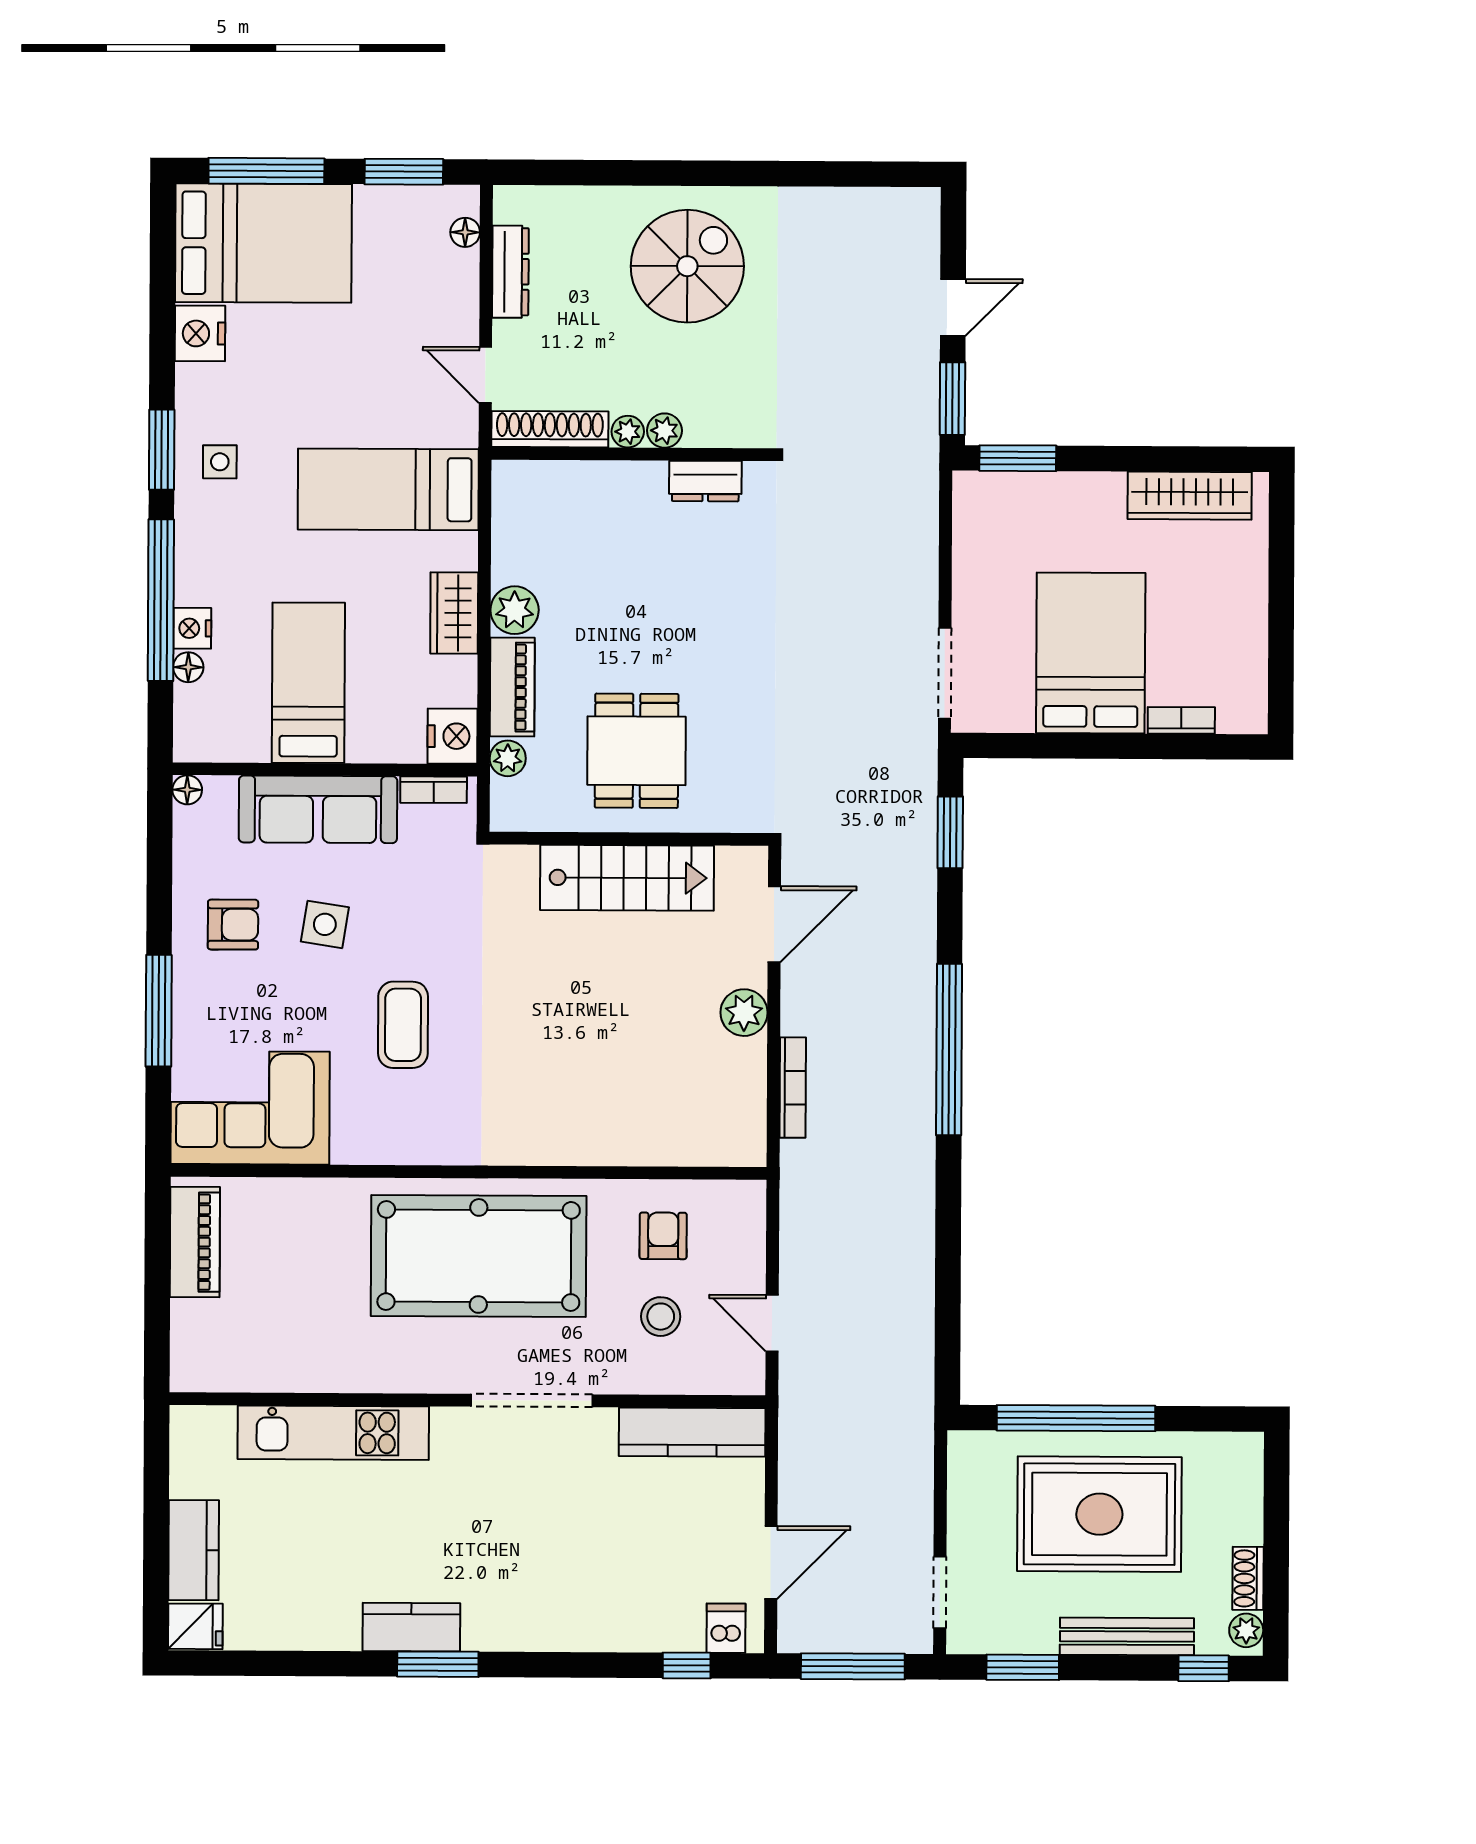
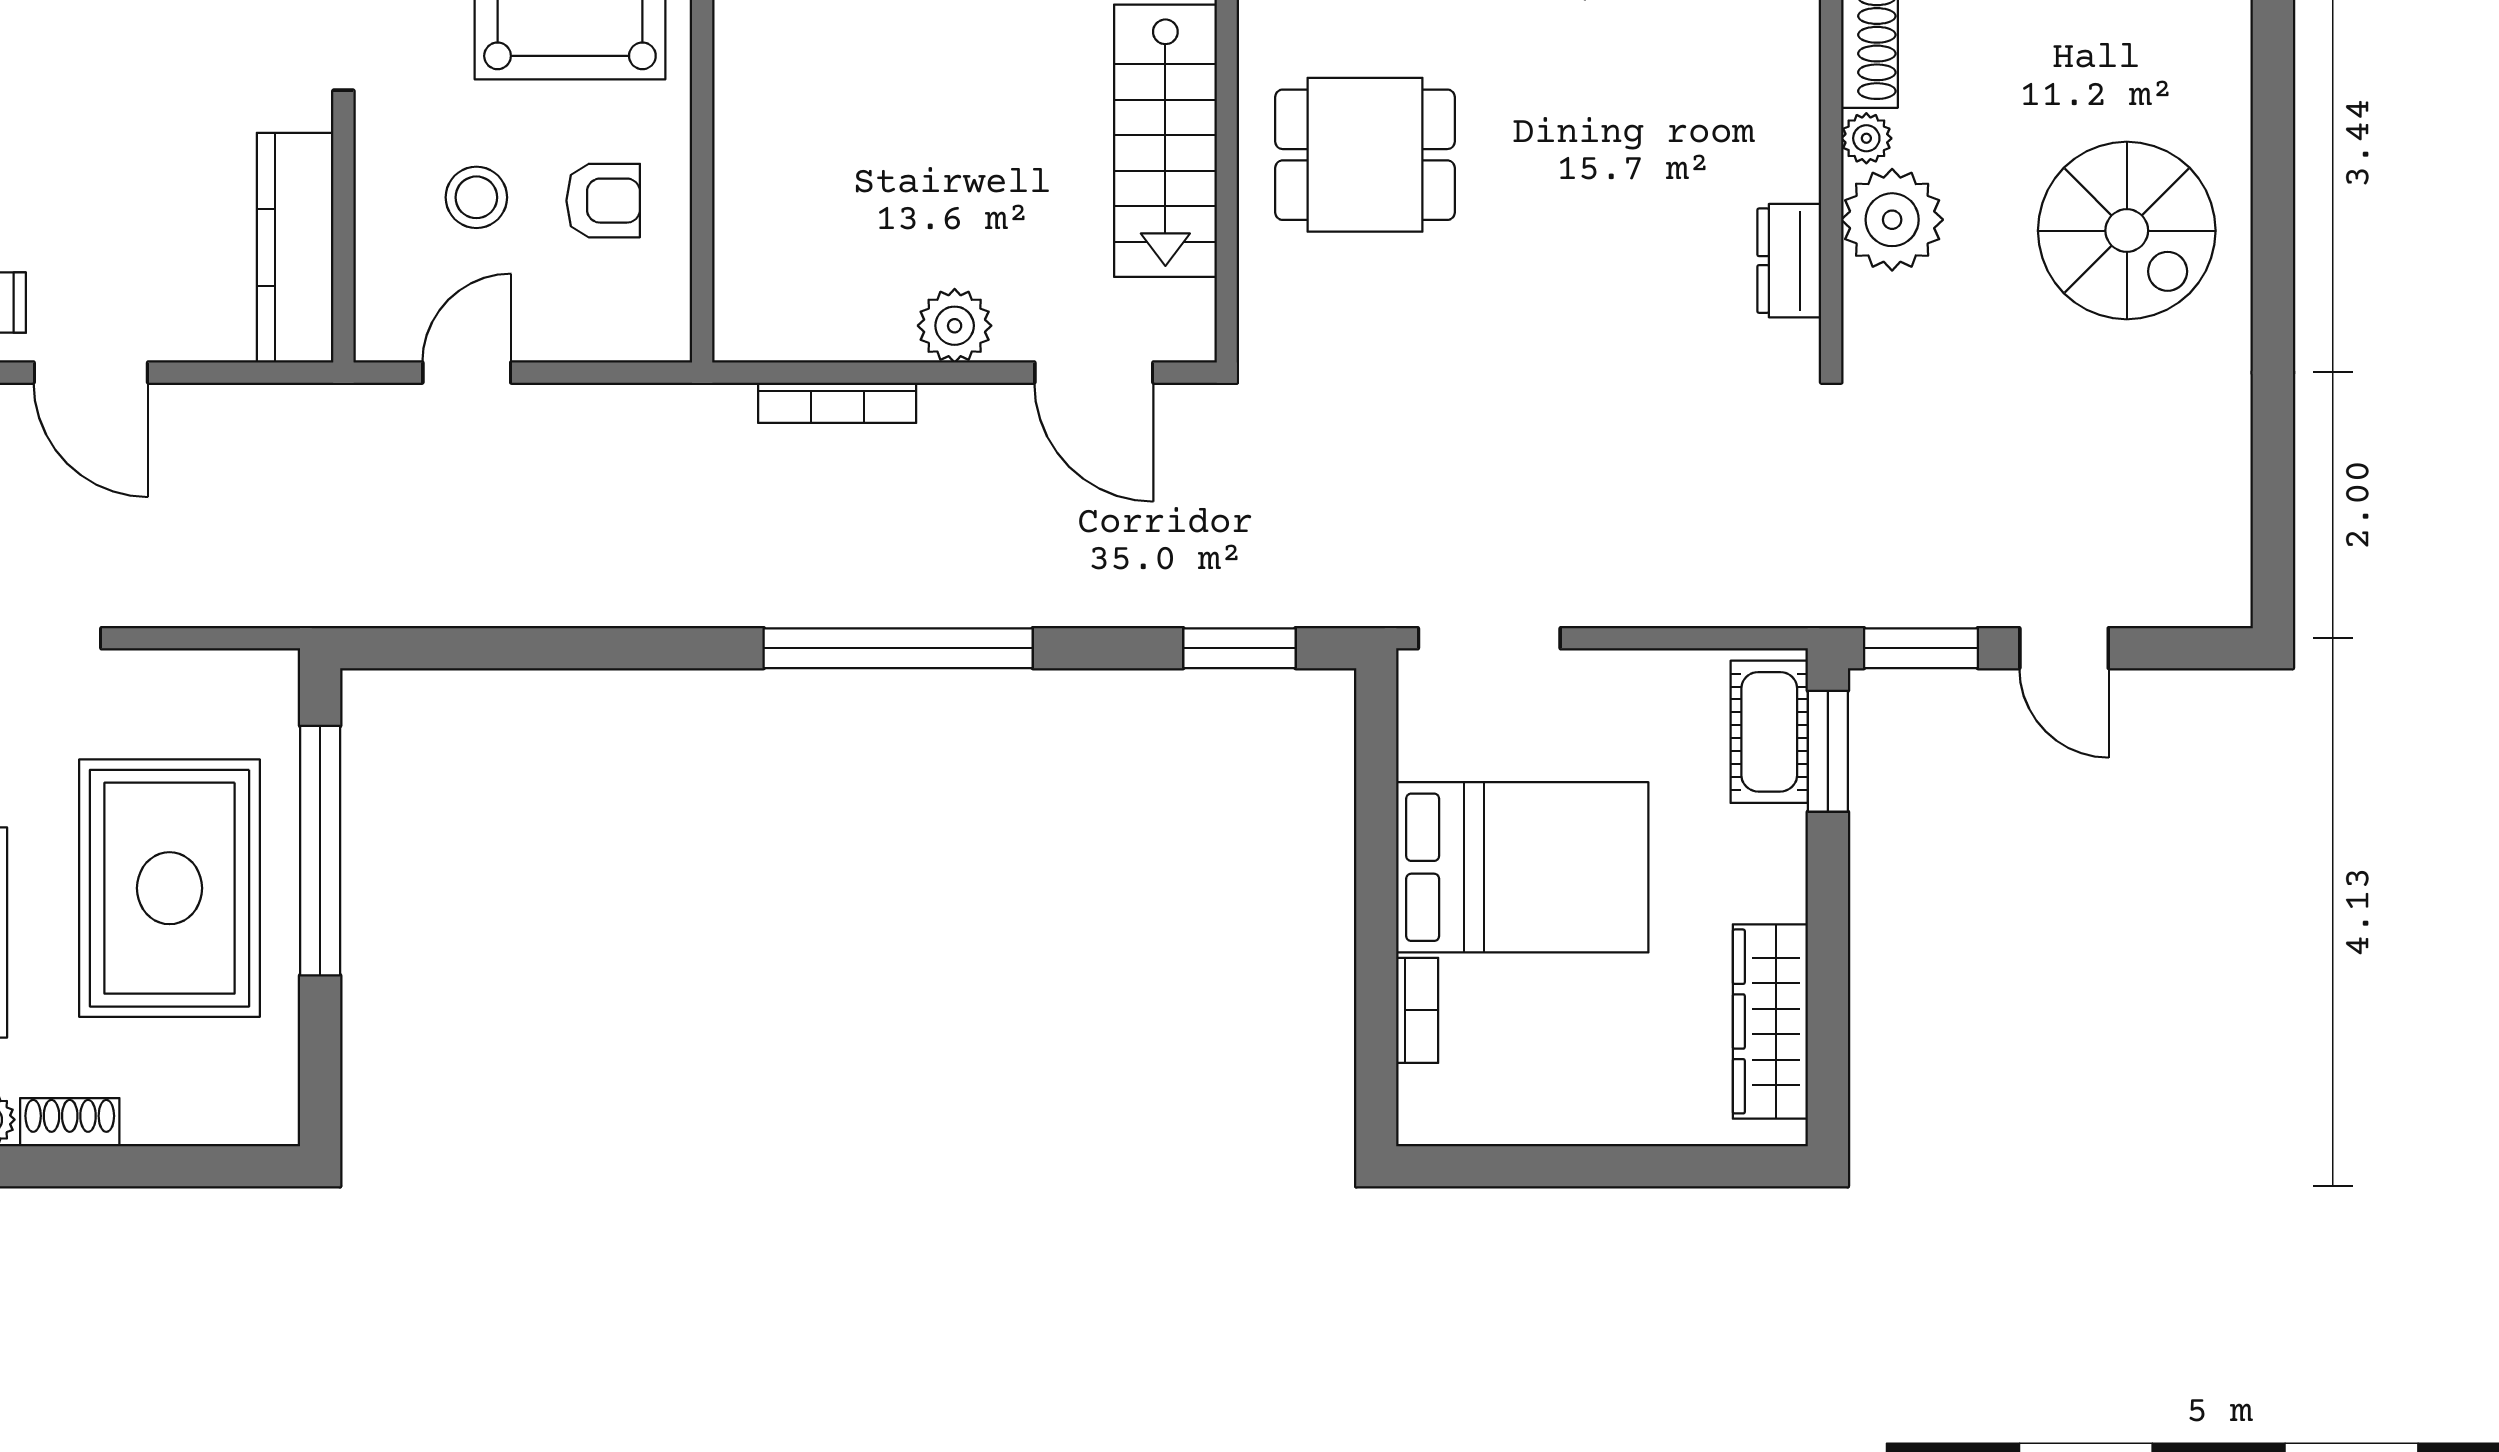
plant: (664, 431) -> (1892, 220), width x1.87, depth x1.87
cot: (1005, 495) -> (1769, 732), added

